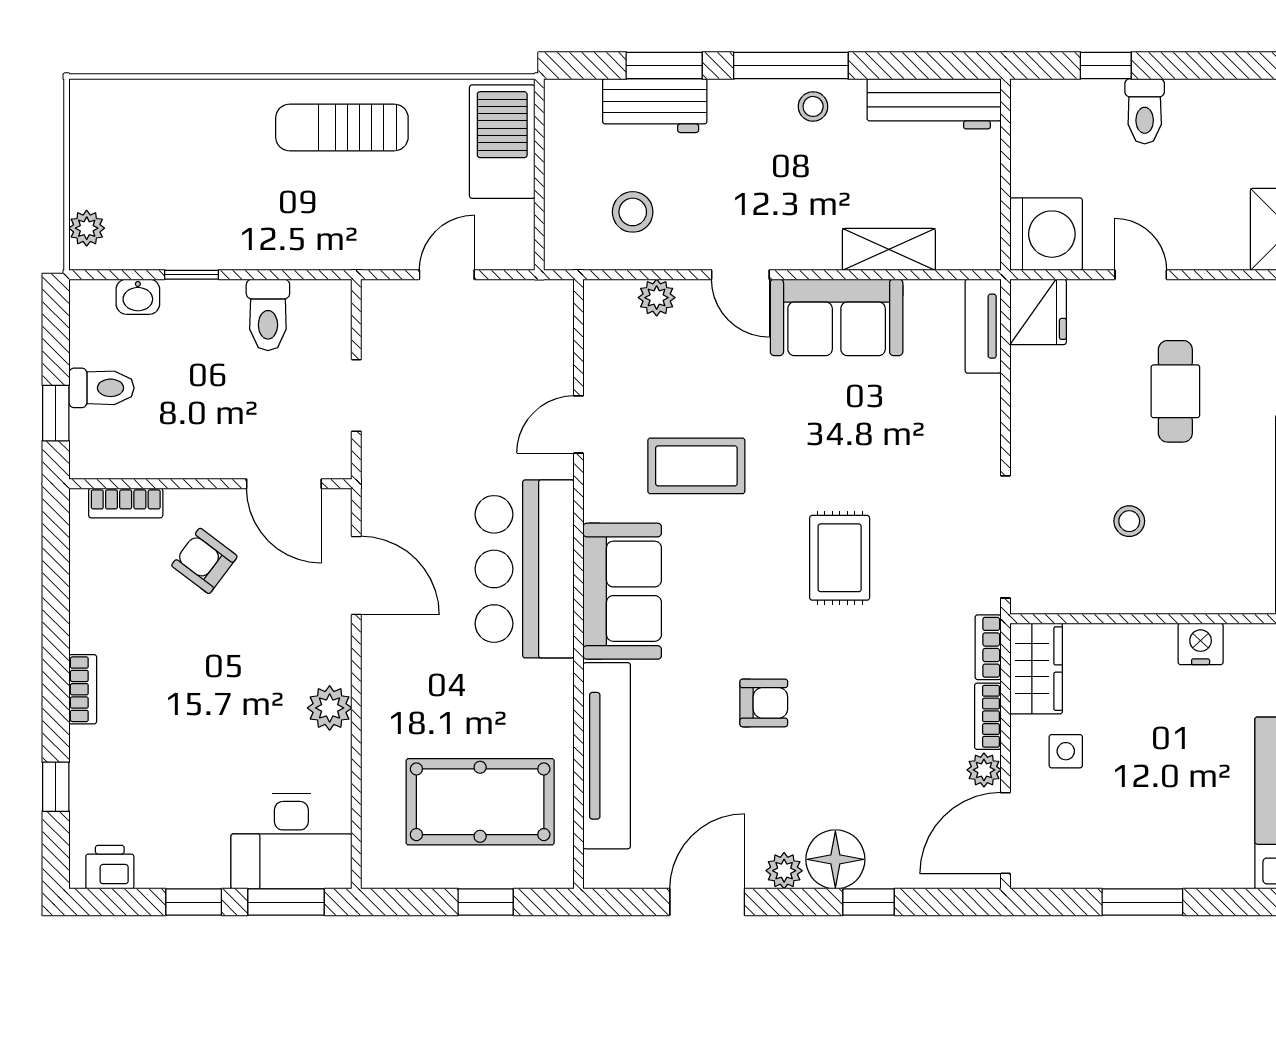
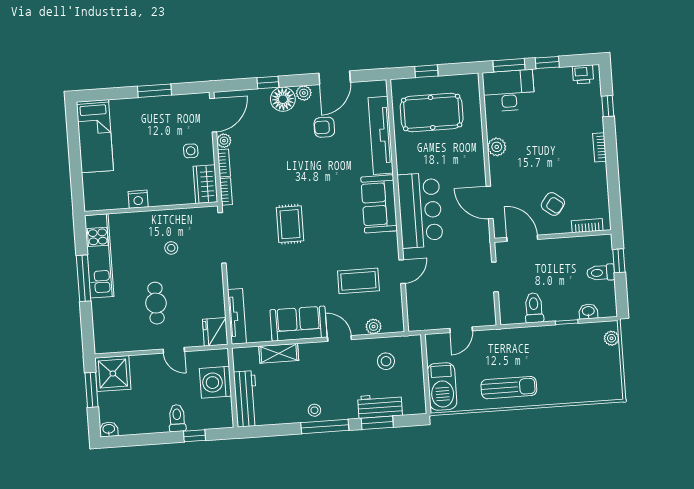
workbench: (934, 104) -> (246, 399), moved, turned 90
washing machine: (1046, 234) -> (215, 382), moved
tv unit: (983, 326) -> (237, 316), width x1.41
coffee table: (696, 466) -> (358, 281), moved
armchair: (764, 703) -> (324, 127), moved

